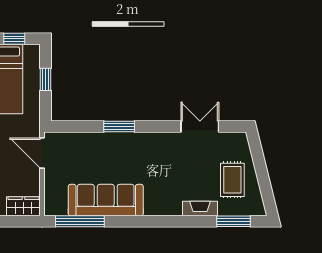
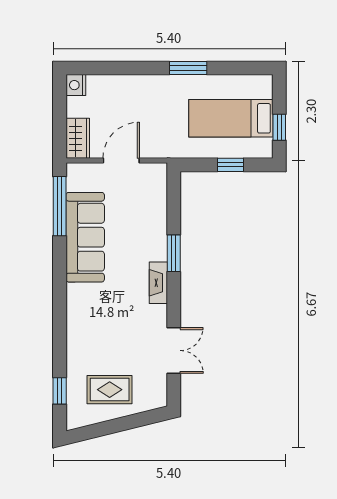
door: (42, 153) -> (121, 161), moved
fireplace: (200, 209) -> (158, 283), moved, turned 180
window: (233, 221) -> (60, 391), width x0.67

